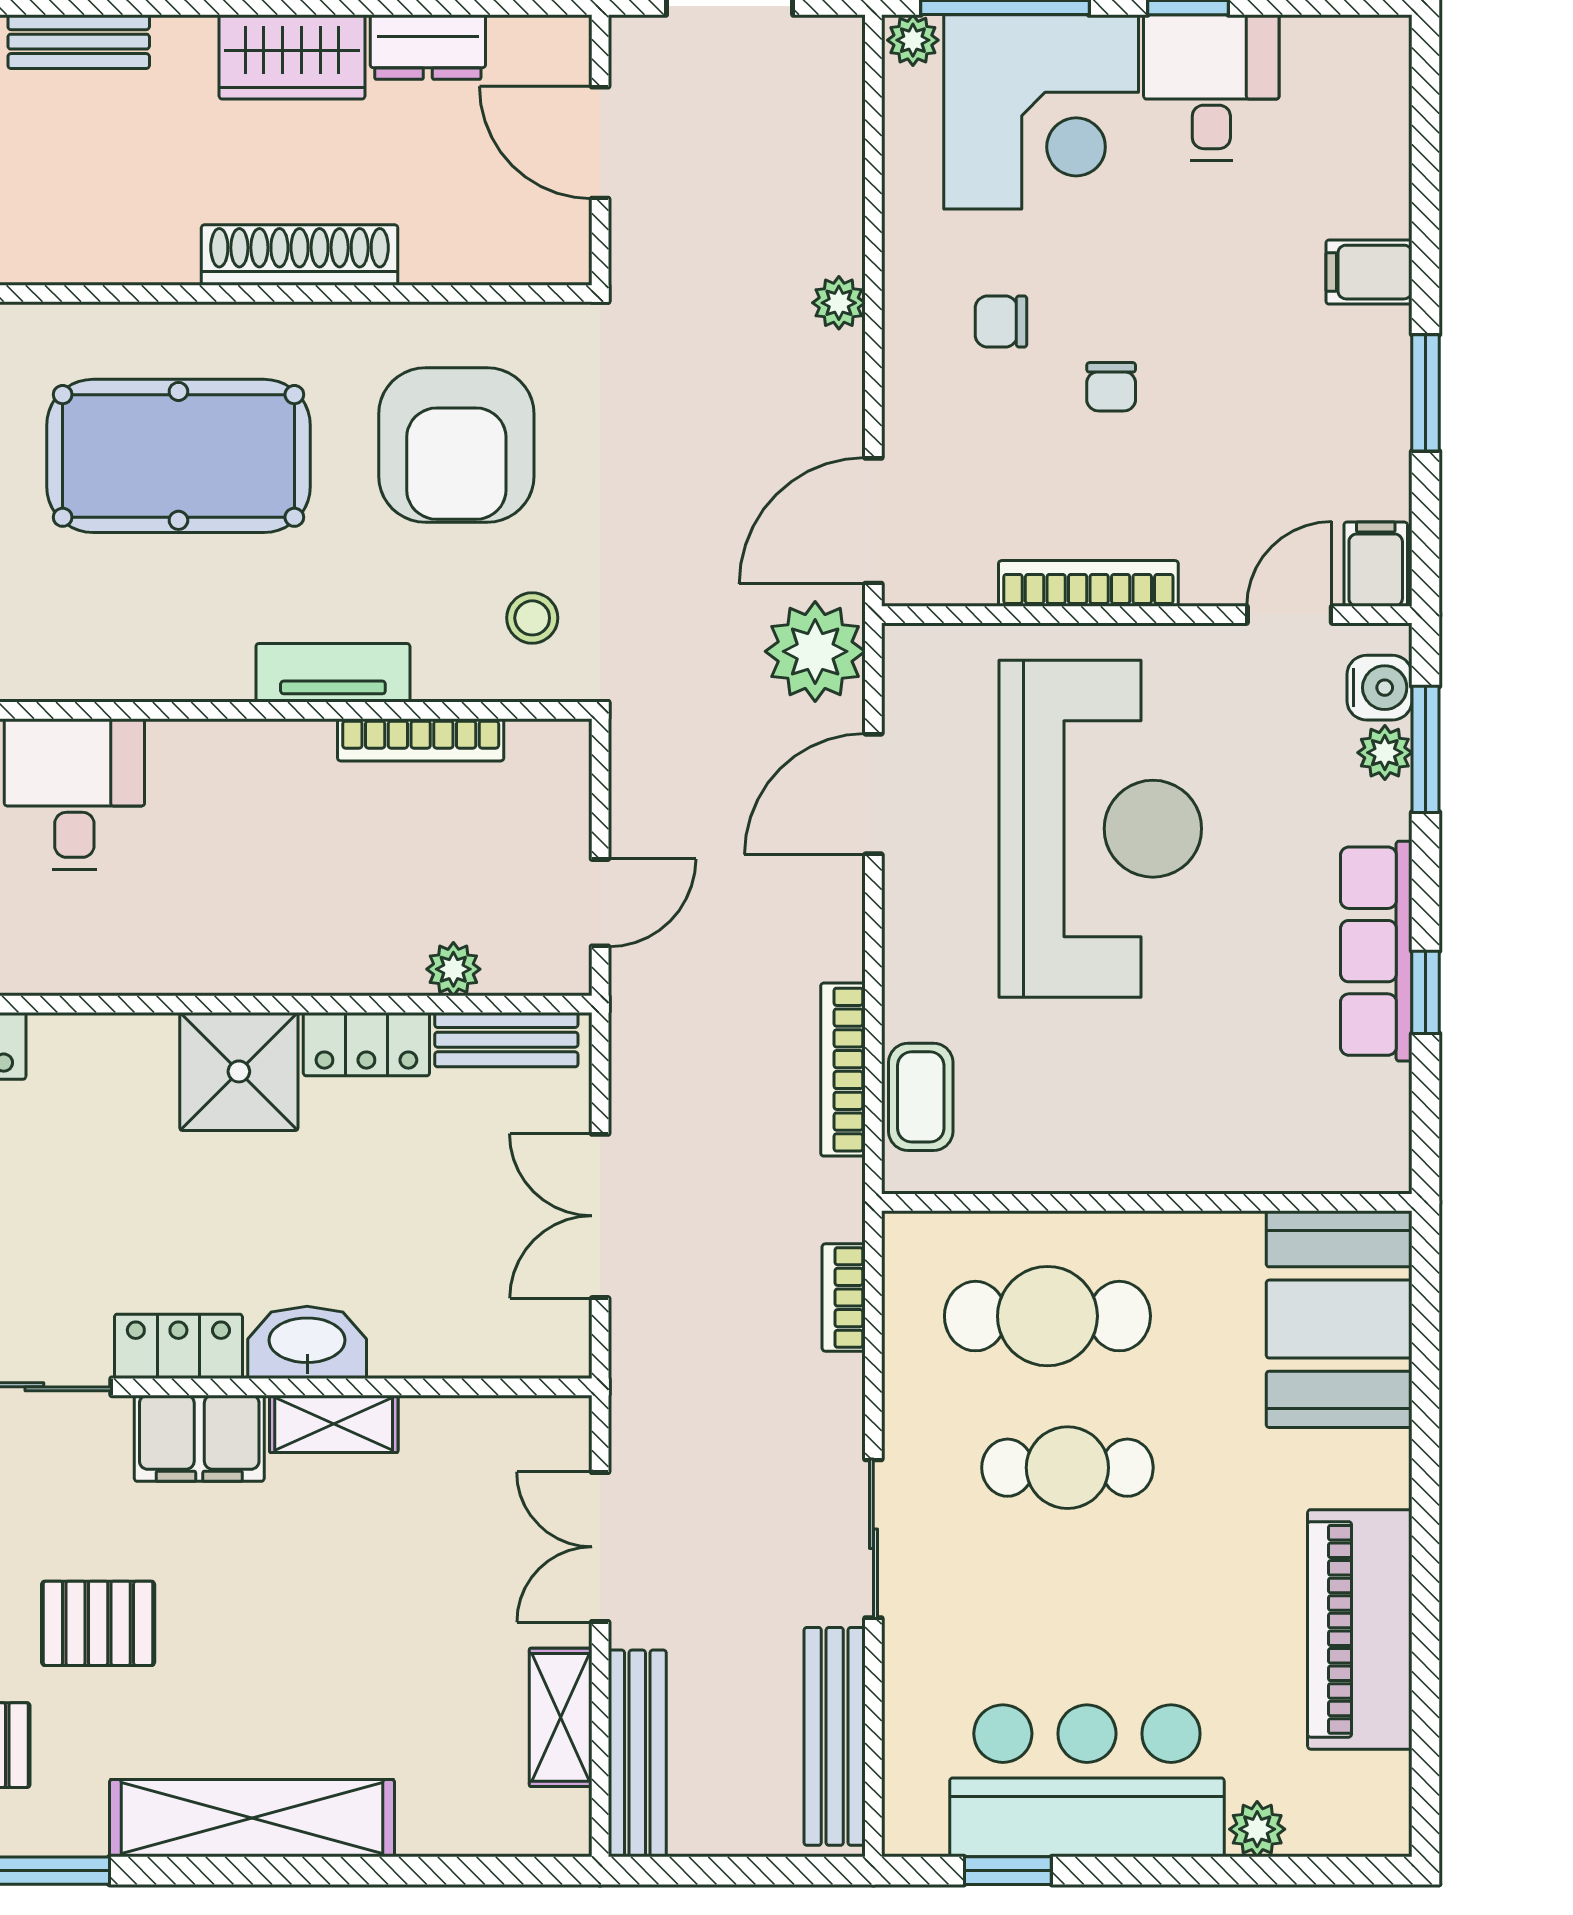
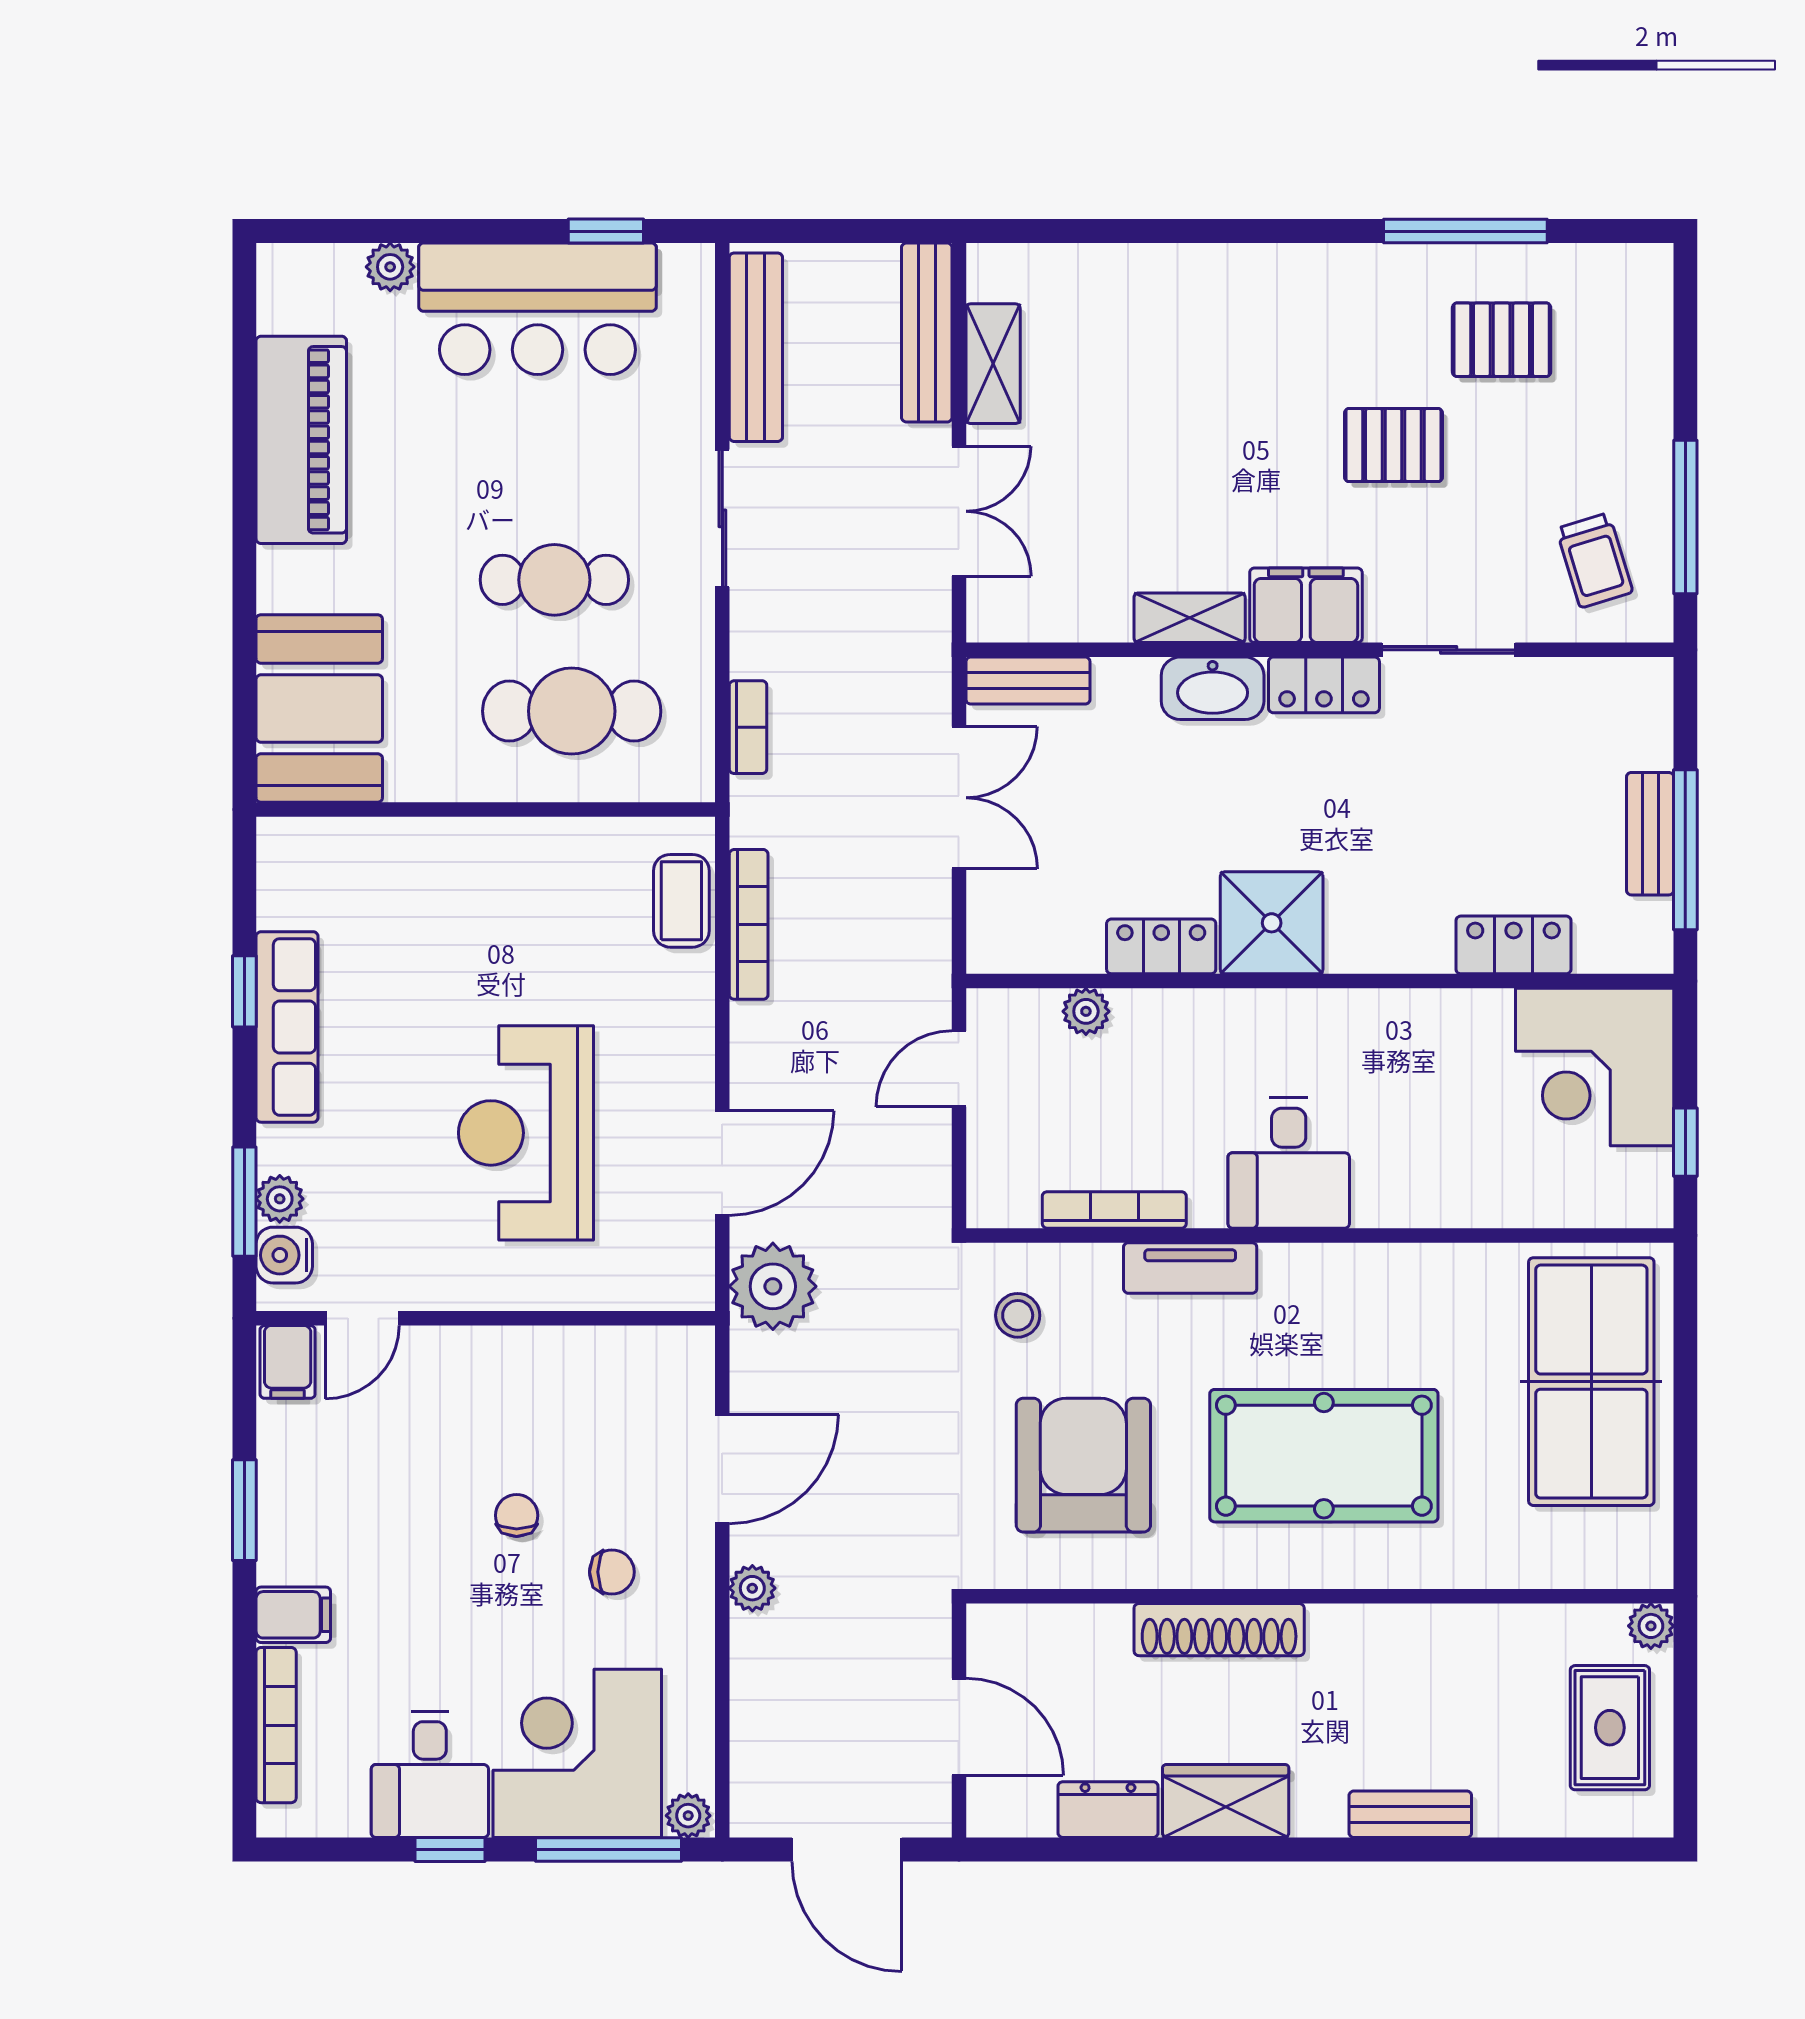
door: (873, 521) -> (722, 1469), moved
bookcase: (1088, 583) -> (276, 1725), moved, turned -90
desk: (74, 794) -> (1289, 1163), moved
reception desk: (1100, 829) -> (526, 1133), width x0.74, depth x0.77
bench: (506, 1040) -> (1028, 681), moved
shelving: (252, 1818) -> (1260, 276), removed

